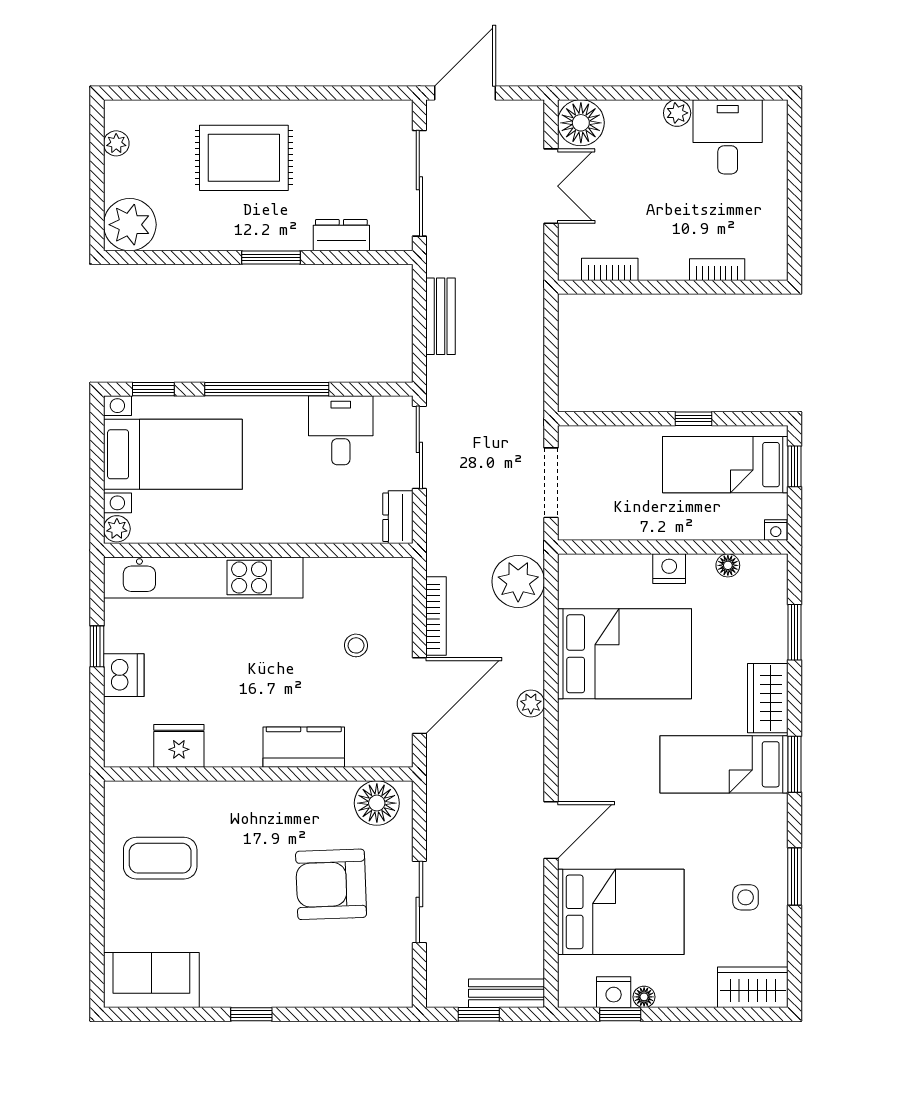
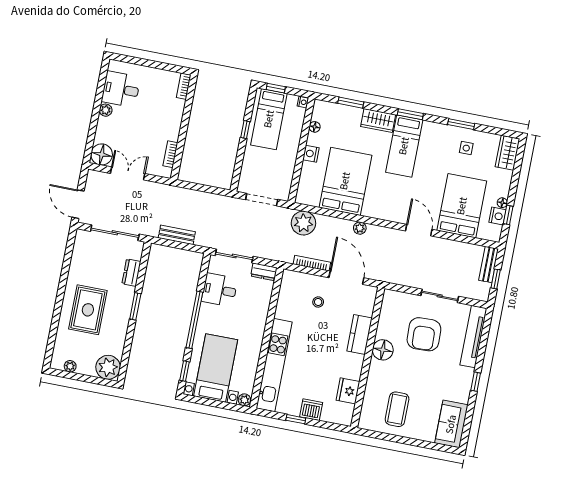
bookcase: (717, 270) -> (184, 86), moved
floor lamp: (377, 803) -> (383, 350), moved
tv unit: (347, 991) -> (473, 337), added

